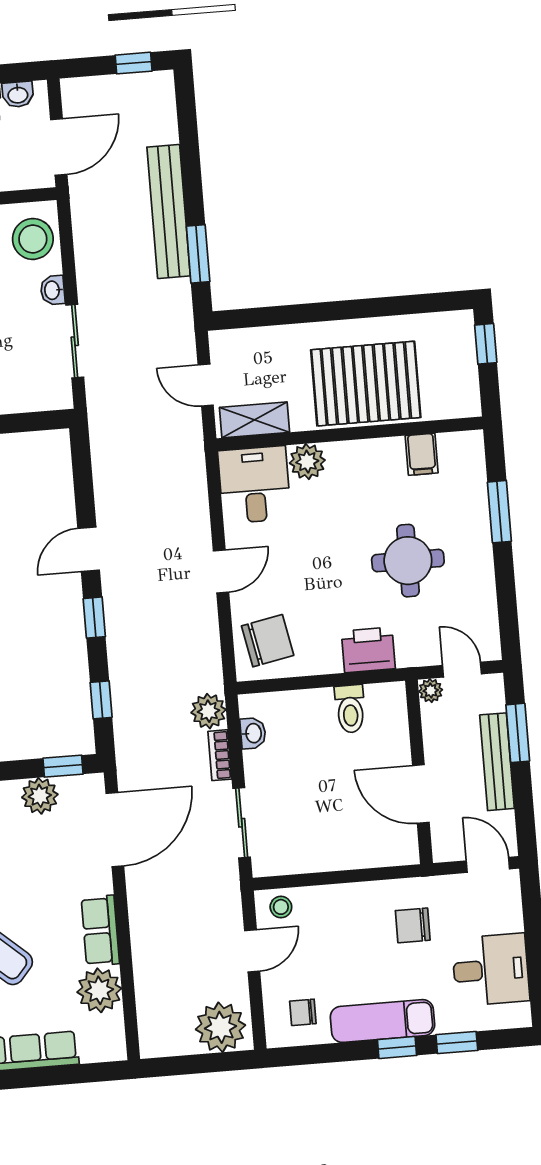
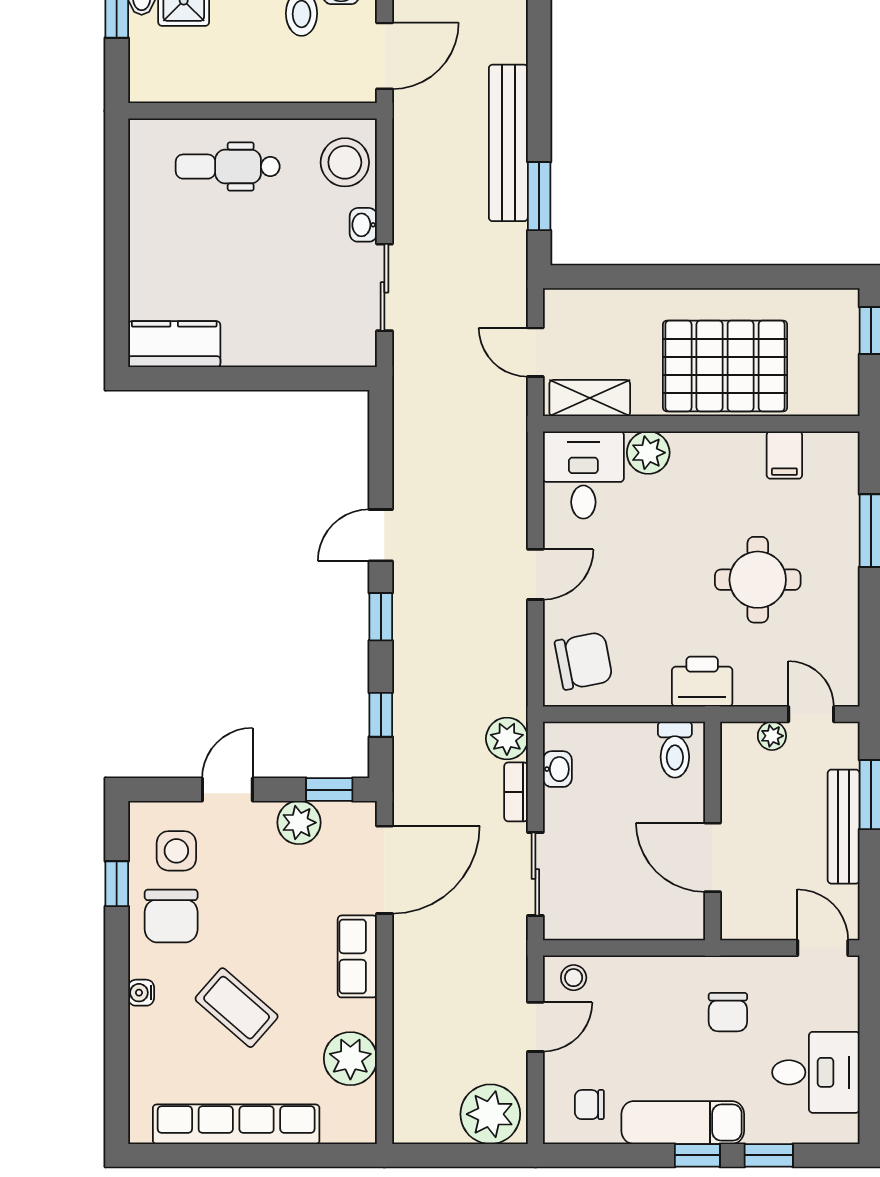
wall: (419, 772) -> (713, 831), moved
door: (421, 794) -> (713, 857), moved
chair: (413, 925) -> (728, 1012), turned -90
row of seats: (100, 931) -> (357, 956), moved

